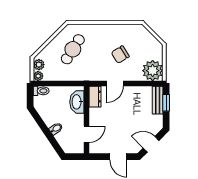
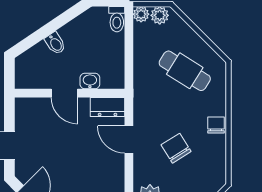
chair: (106, 30) -> (216, 125), added
washbasin: (77, 102) -> (90, 81), width x0.52, depth x0.69
door: (86, 134) -> (64, 93), moved

